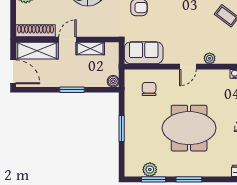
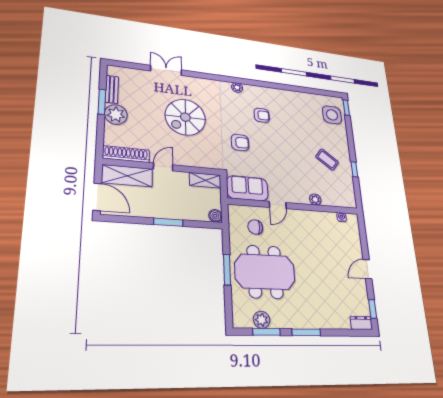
shelving: (90, 49) -> (205, 180), moved
door: (188, 67) -> (278, 205), moved
chair: (149, 89) -> (255, 227), turned -88
meeting table: (189, 128) -> (265, 272), moved

